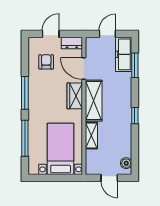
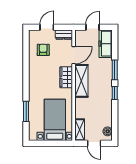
window: (135, 65) -> (115, 70), moved
door: (84, 69) -> (74, 55), swing flipped
window: (25, 93) -> (26, 75), removed
shelving: (91, 135) -> (80, 130), moved
window: (25, 138) -> (26, 111), width x0.69

